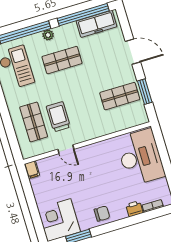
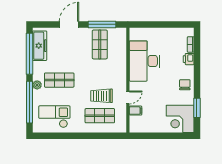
shop shelf: (62, 60) -> (59, 80), turned 90
window: (145, 92) -> (102, 24), width x1.44
desk: (140, 157) -> (145, 61), moved, turned -90
filing cabinet: (32, 170) -> (136, 111), moved

